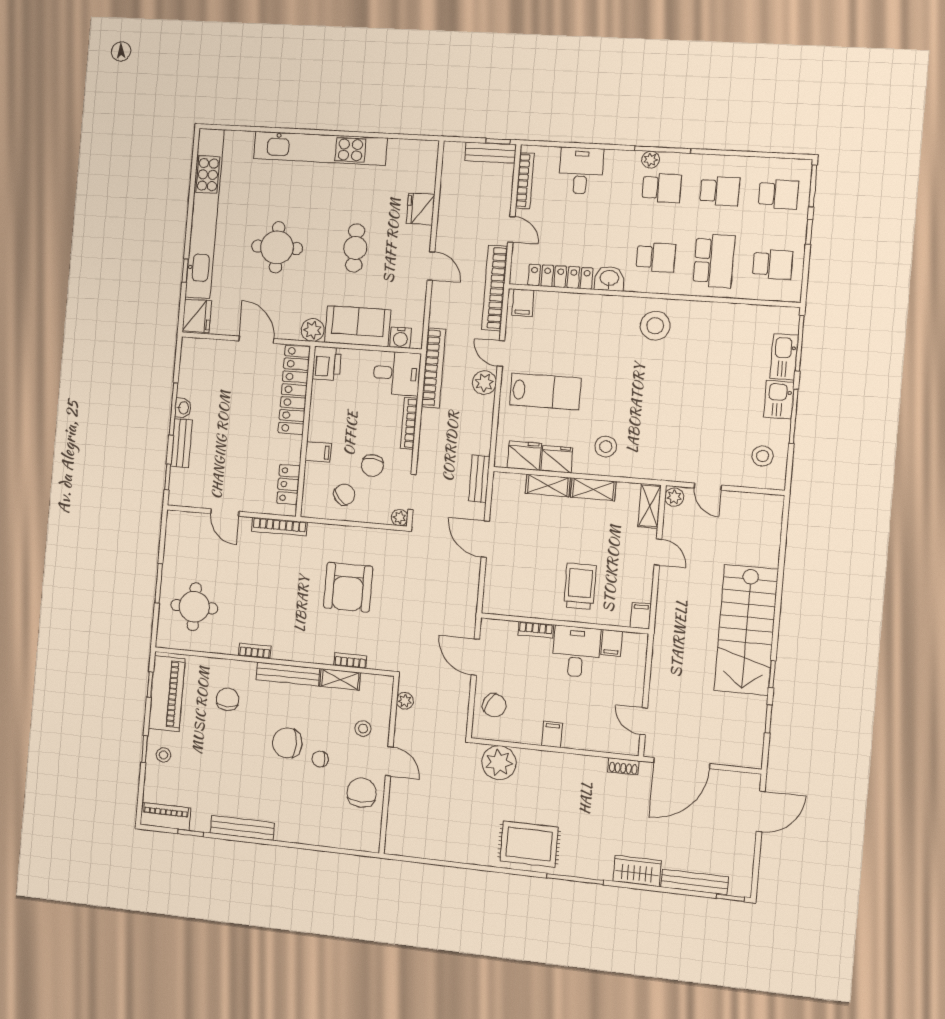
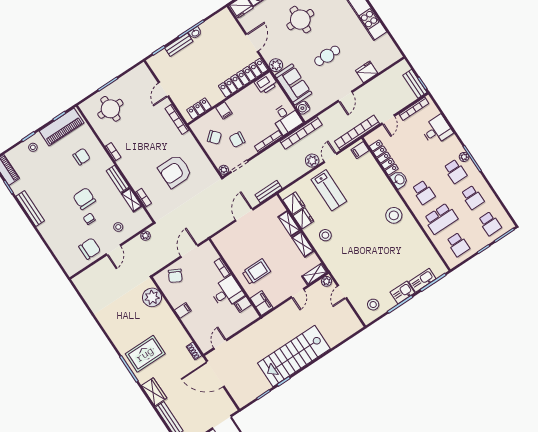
filing cabinet: (641, 616) -> (262, 303), width x2.00
bench: (288, 674) -> (118, 179), width x0.73
rug: (529, 844) -> (145, 354), moved, turned 90

